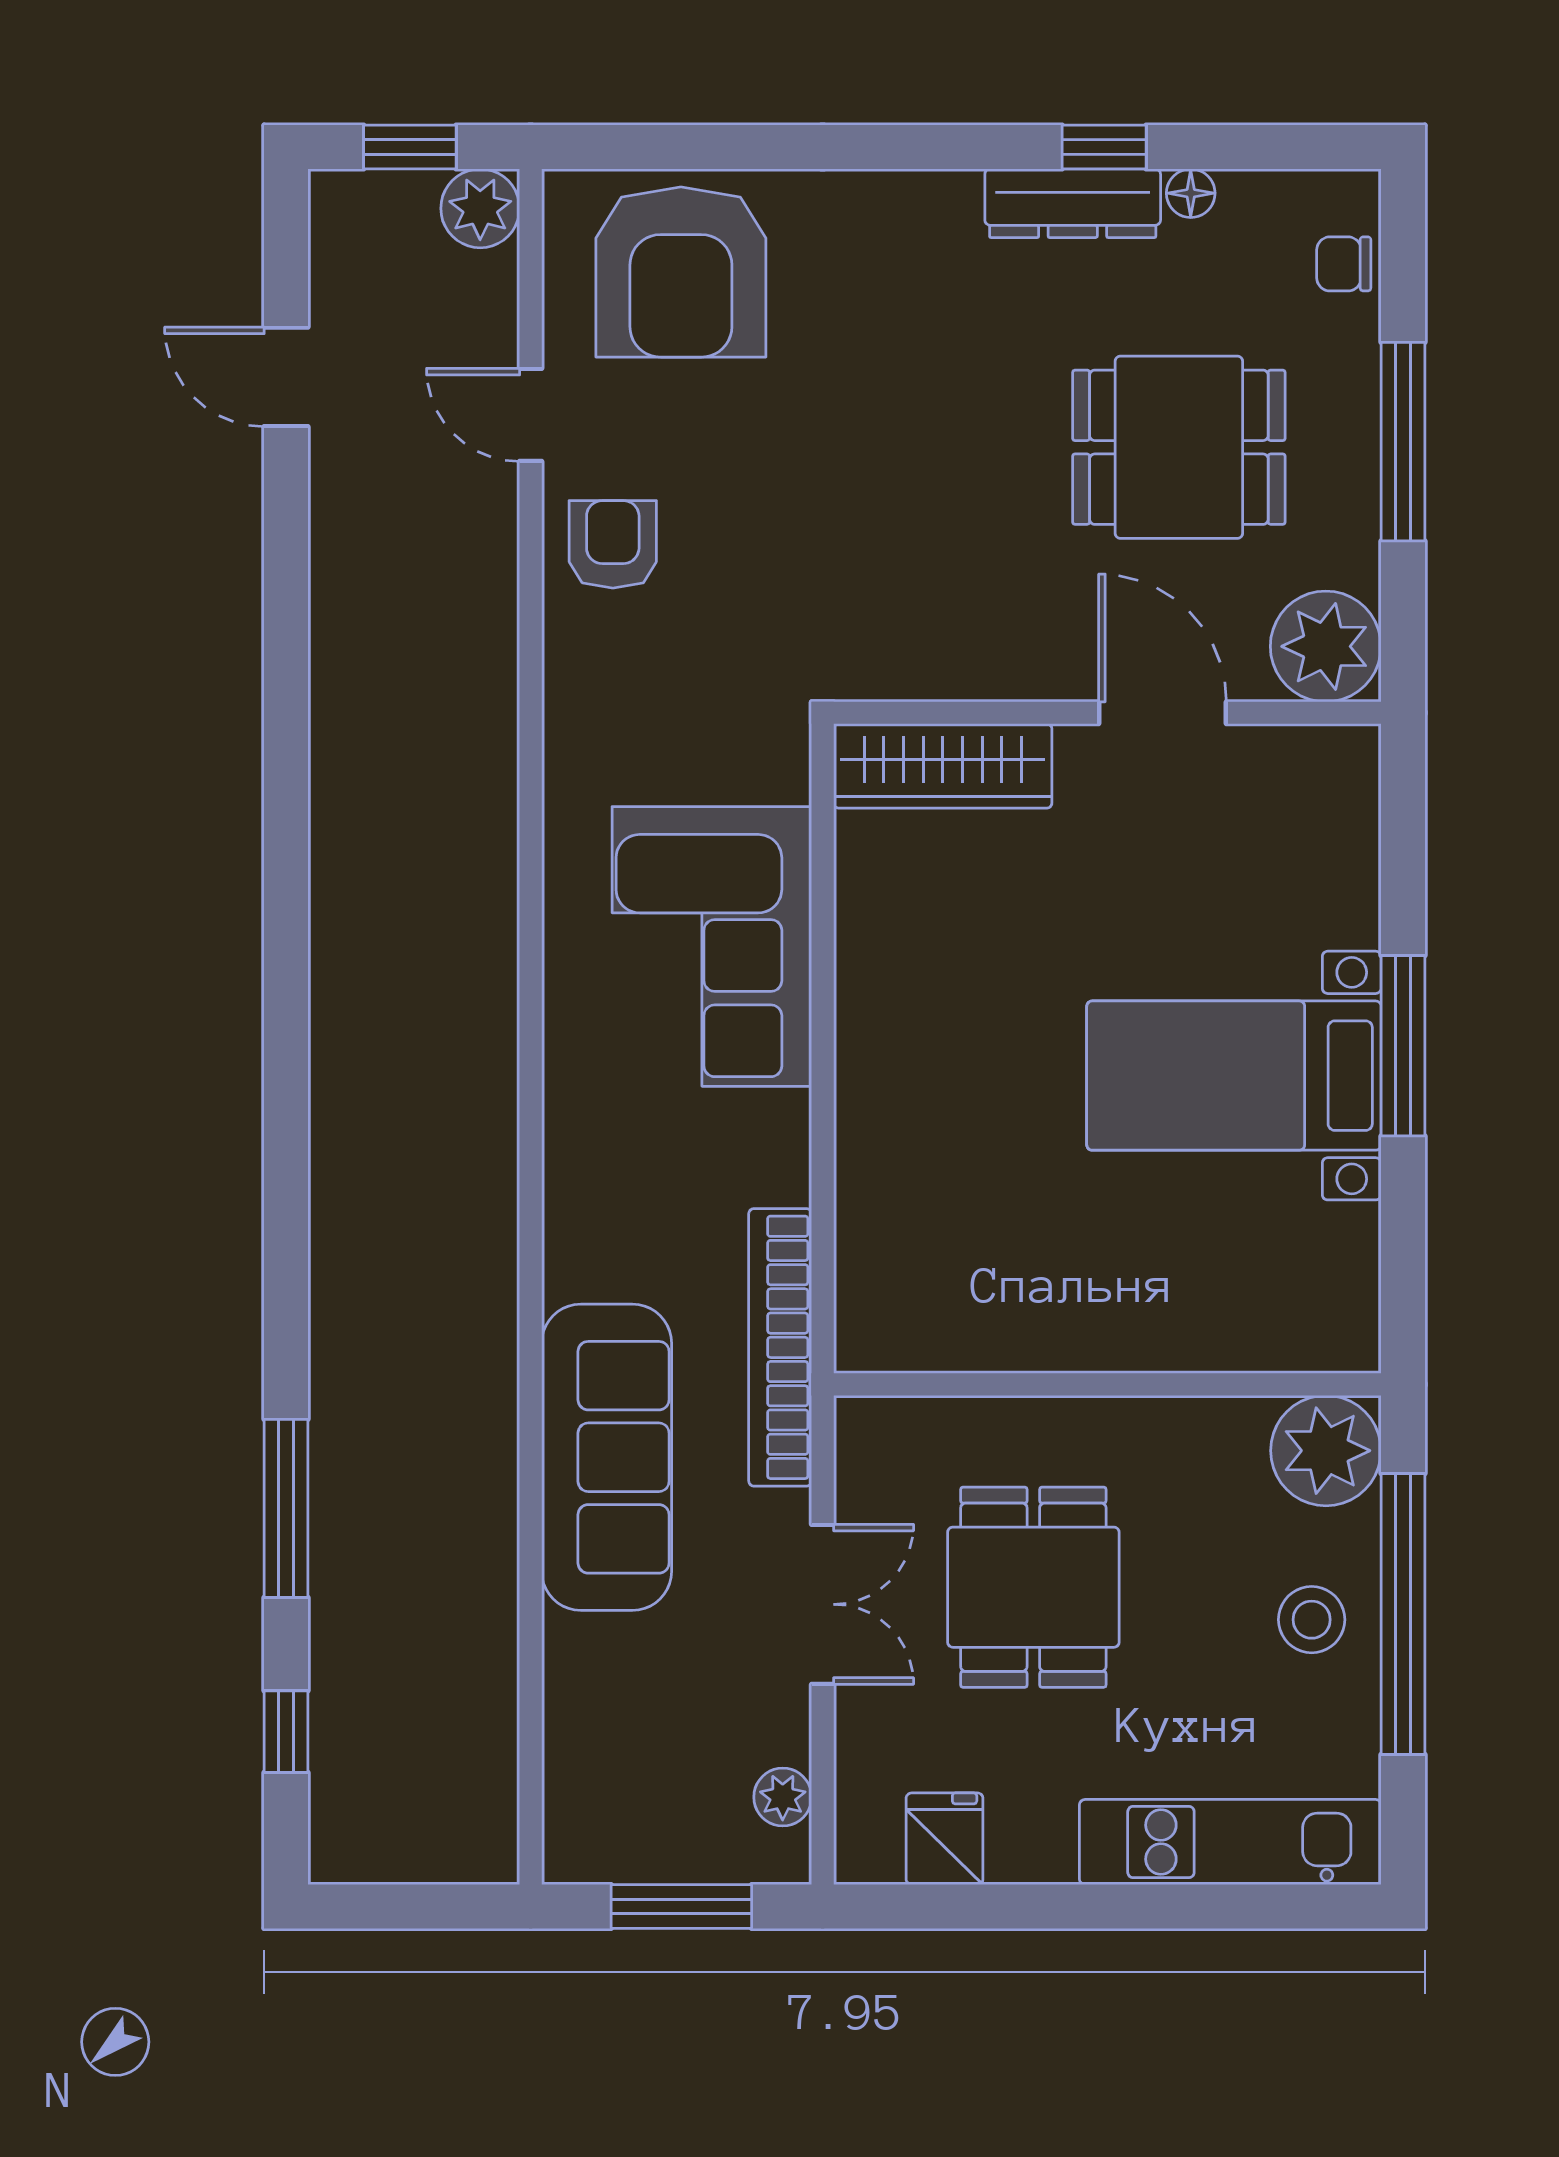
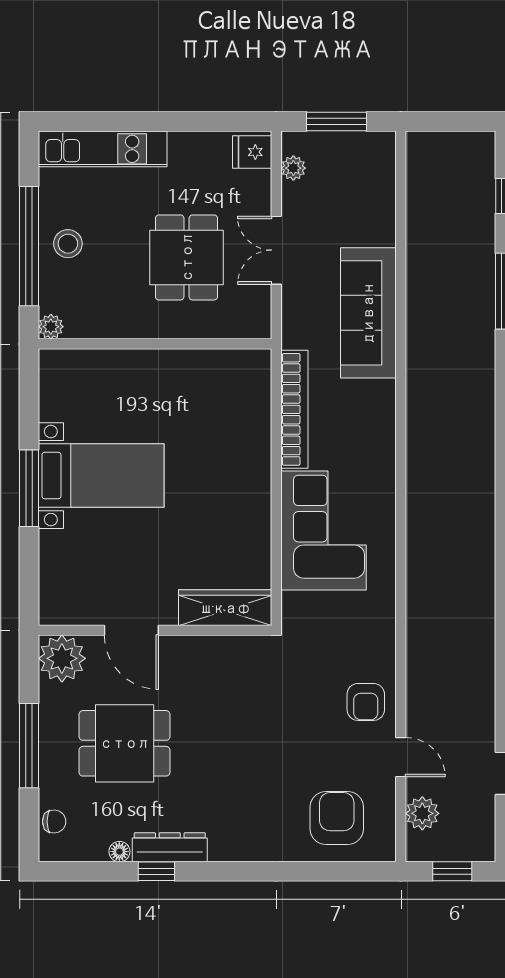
plant: (480, 208) -> (422, 813), moved
armchair: (681, 272) -> (337, 818), width x0.73, depth x0.73
bookcase: (780, 1347) -> (294, 409), moved
plant: (1326, 1451) -> (51, 327), width x0.53, depth x0.53
fridge: (945, 1839) -> (252, 152), moved, turned 90

